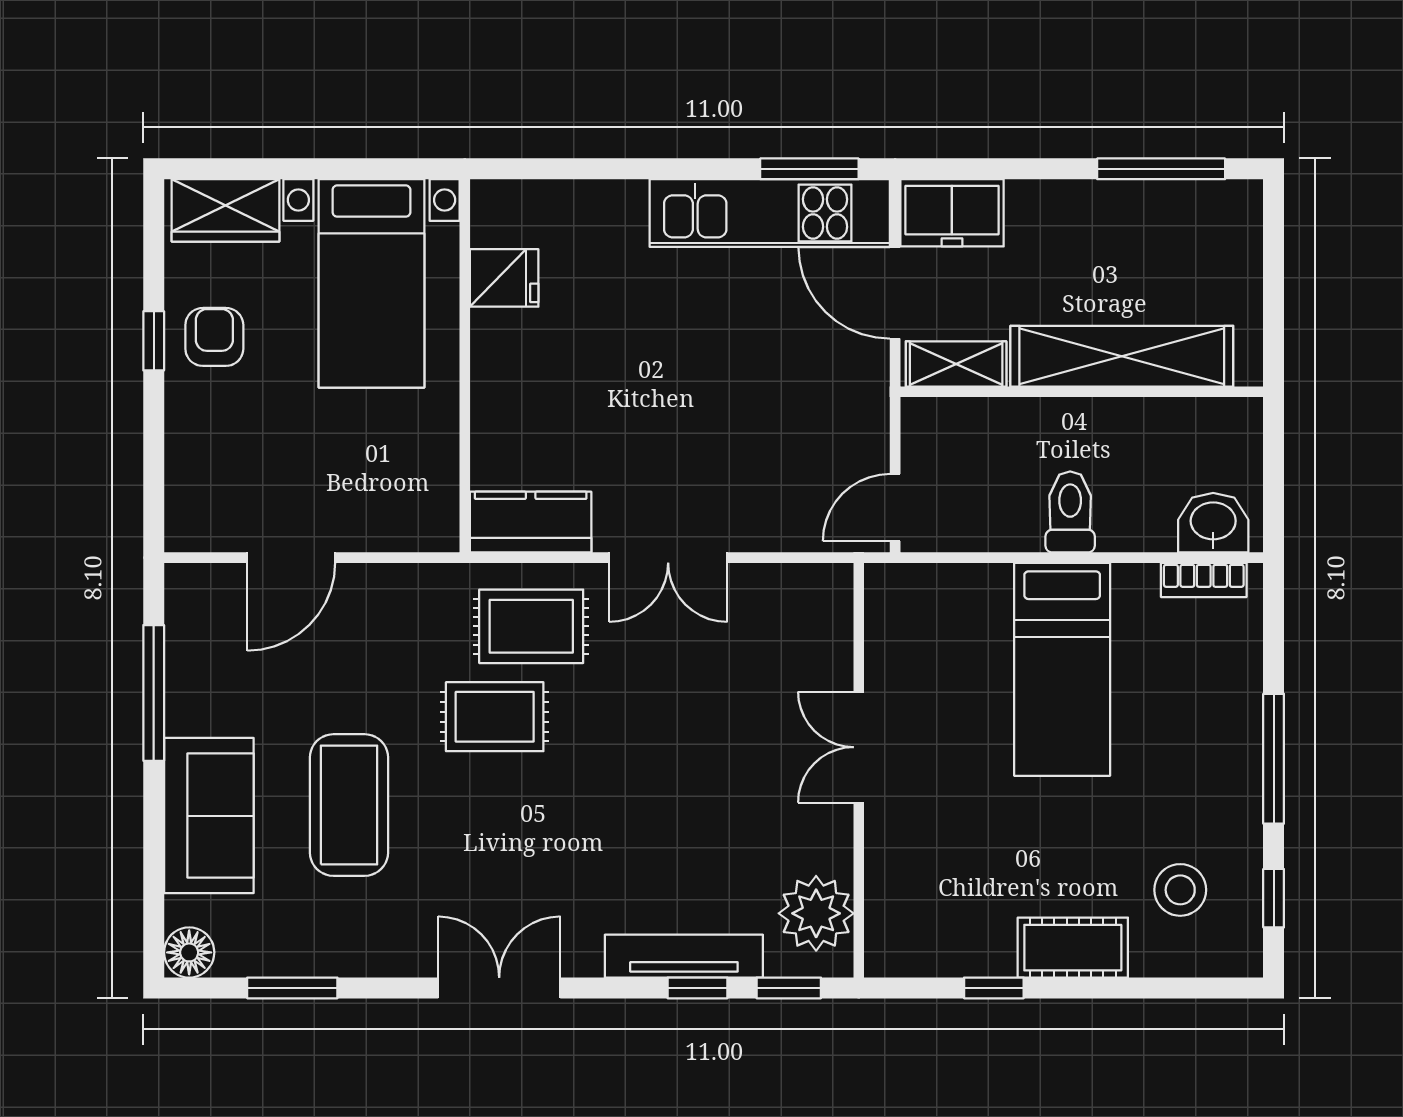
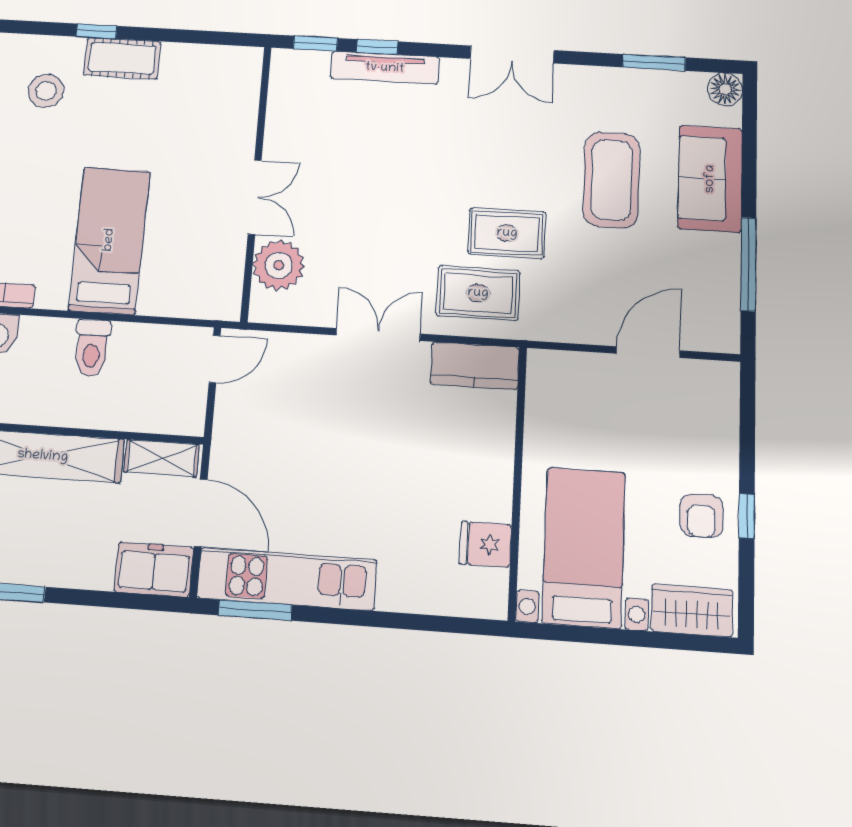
plant: (816, 913) -> (279, 265), moved
window: (994, 988) -> (96, 31), moved

